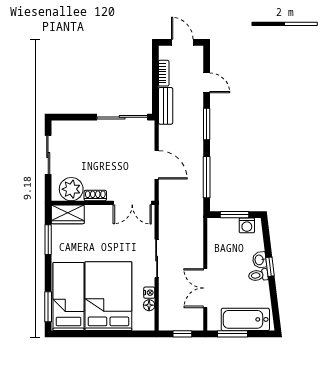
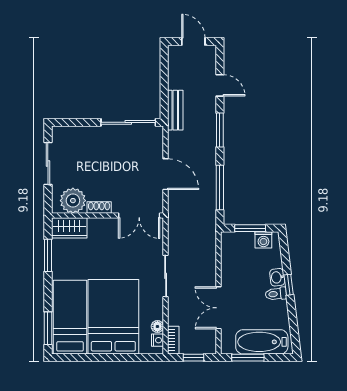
bookcase: (164, 73) -> (173, 340), moved
nightstand: (149, 293) -> (158, 340), moved

